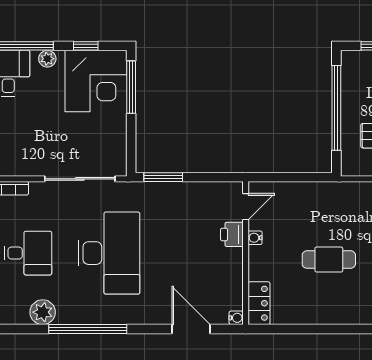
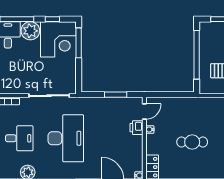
plant: (47, 59) -> (30, 31), width x1.88, depth x1.88
window: (163, 177) -> (116, 95), moved

